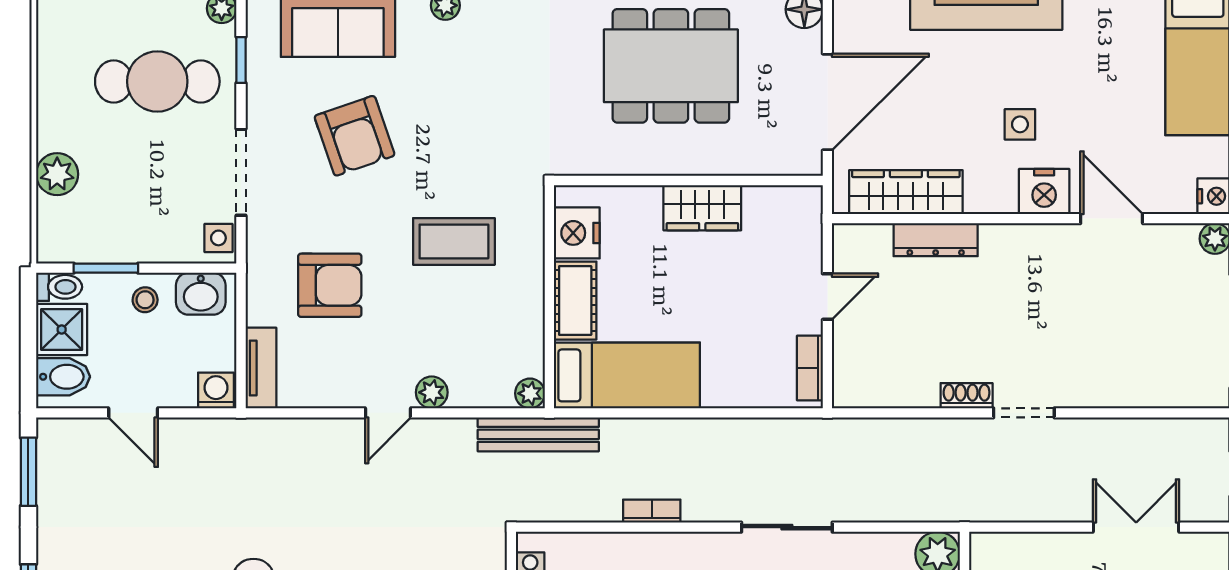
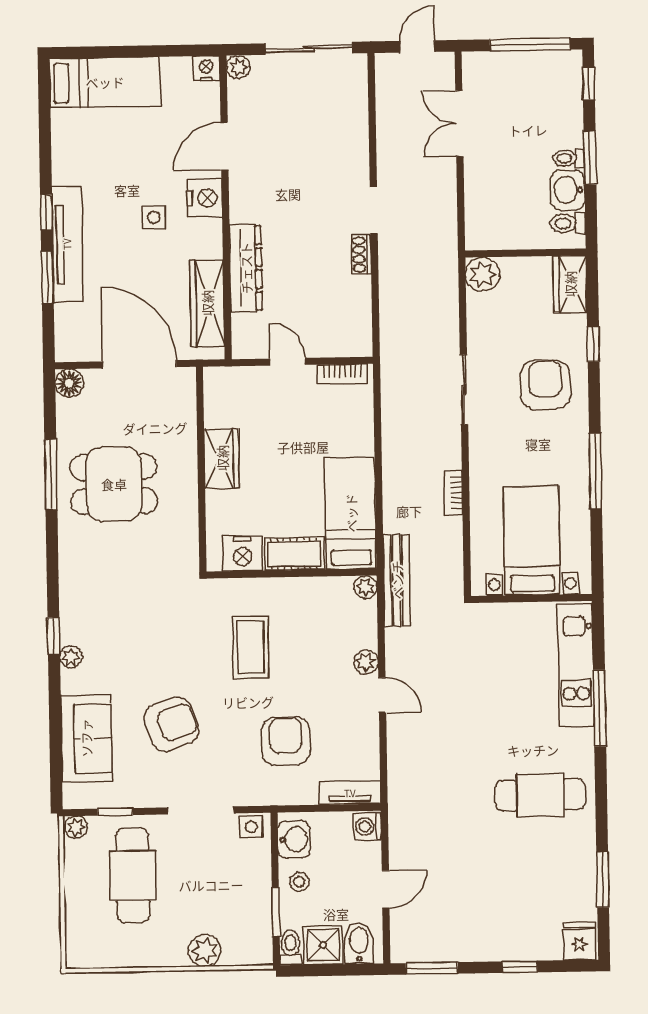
dining table: (671, 66) -> (114, 484), width x0.73
dresser: (936, 240) -> (246, 268), width x1.37, depth x1.24

